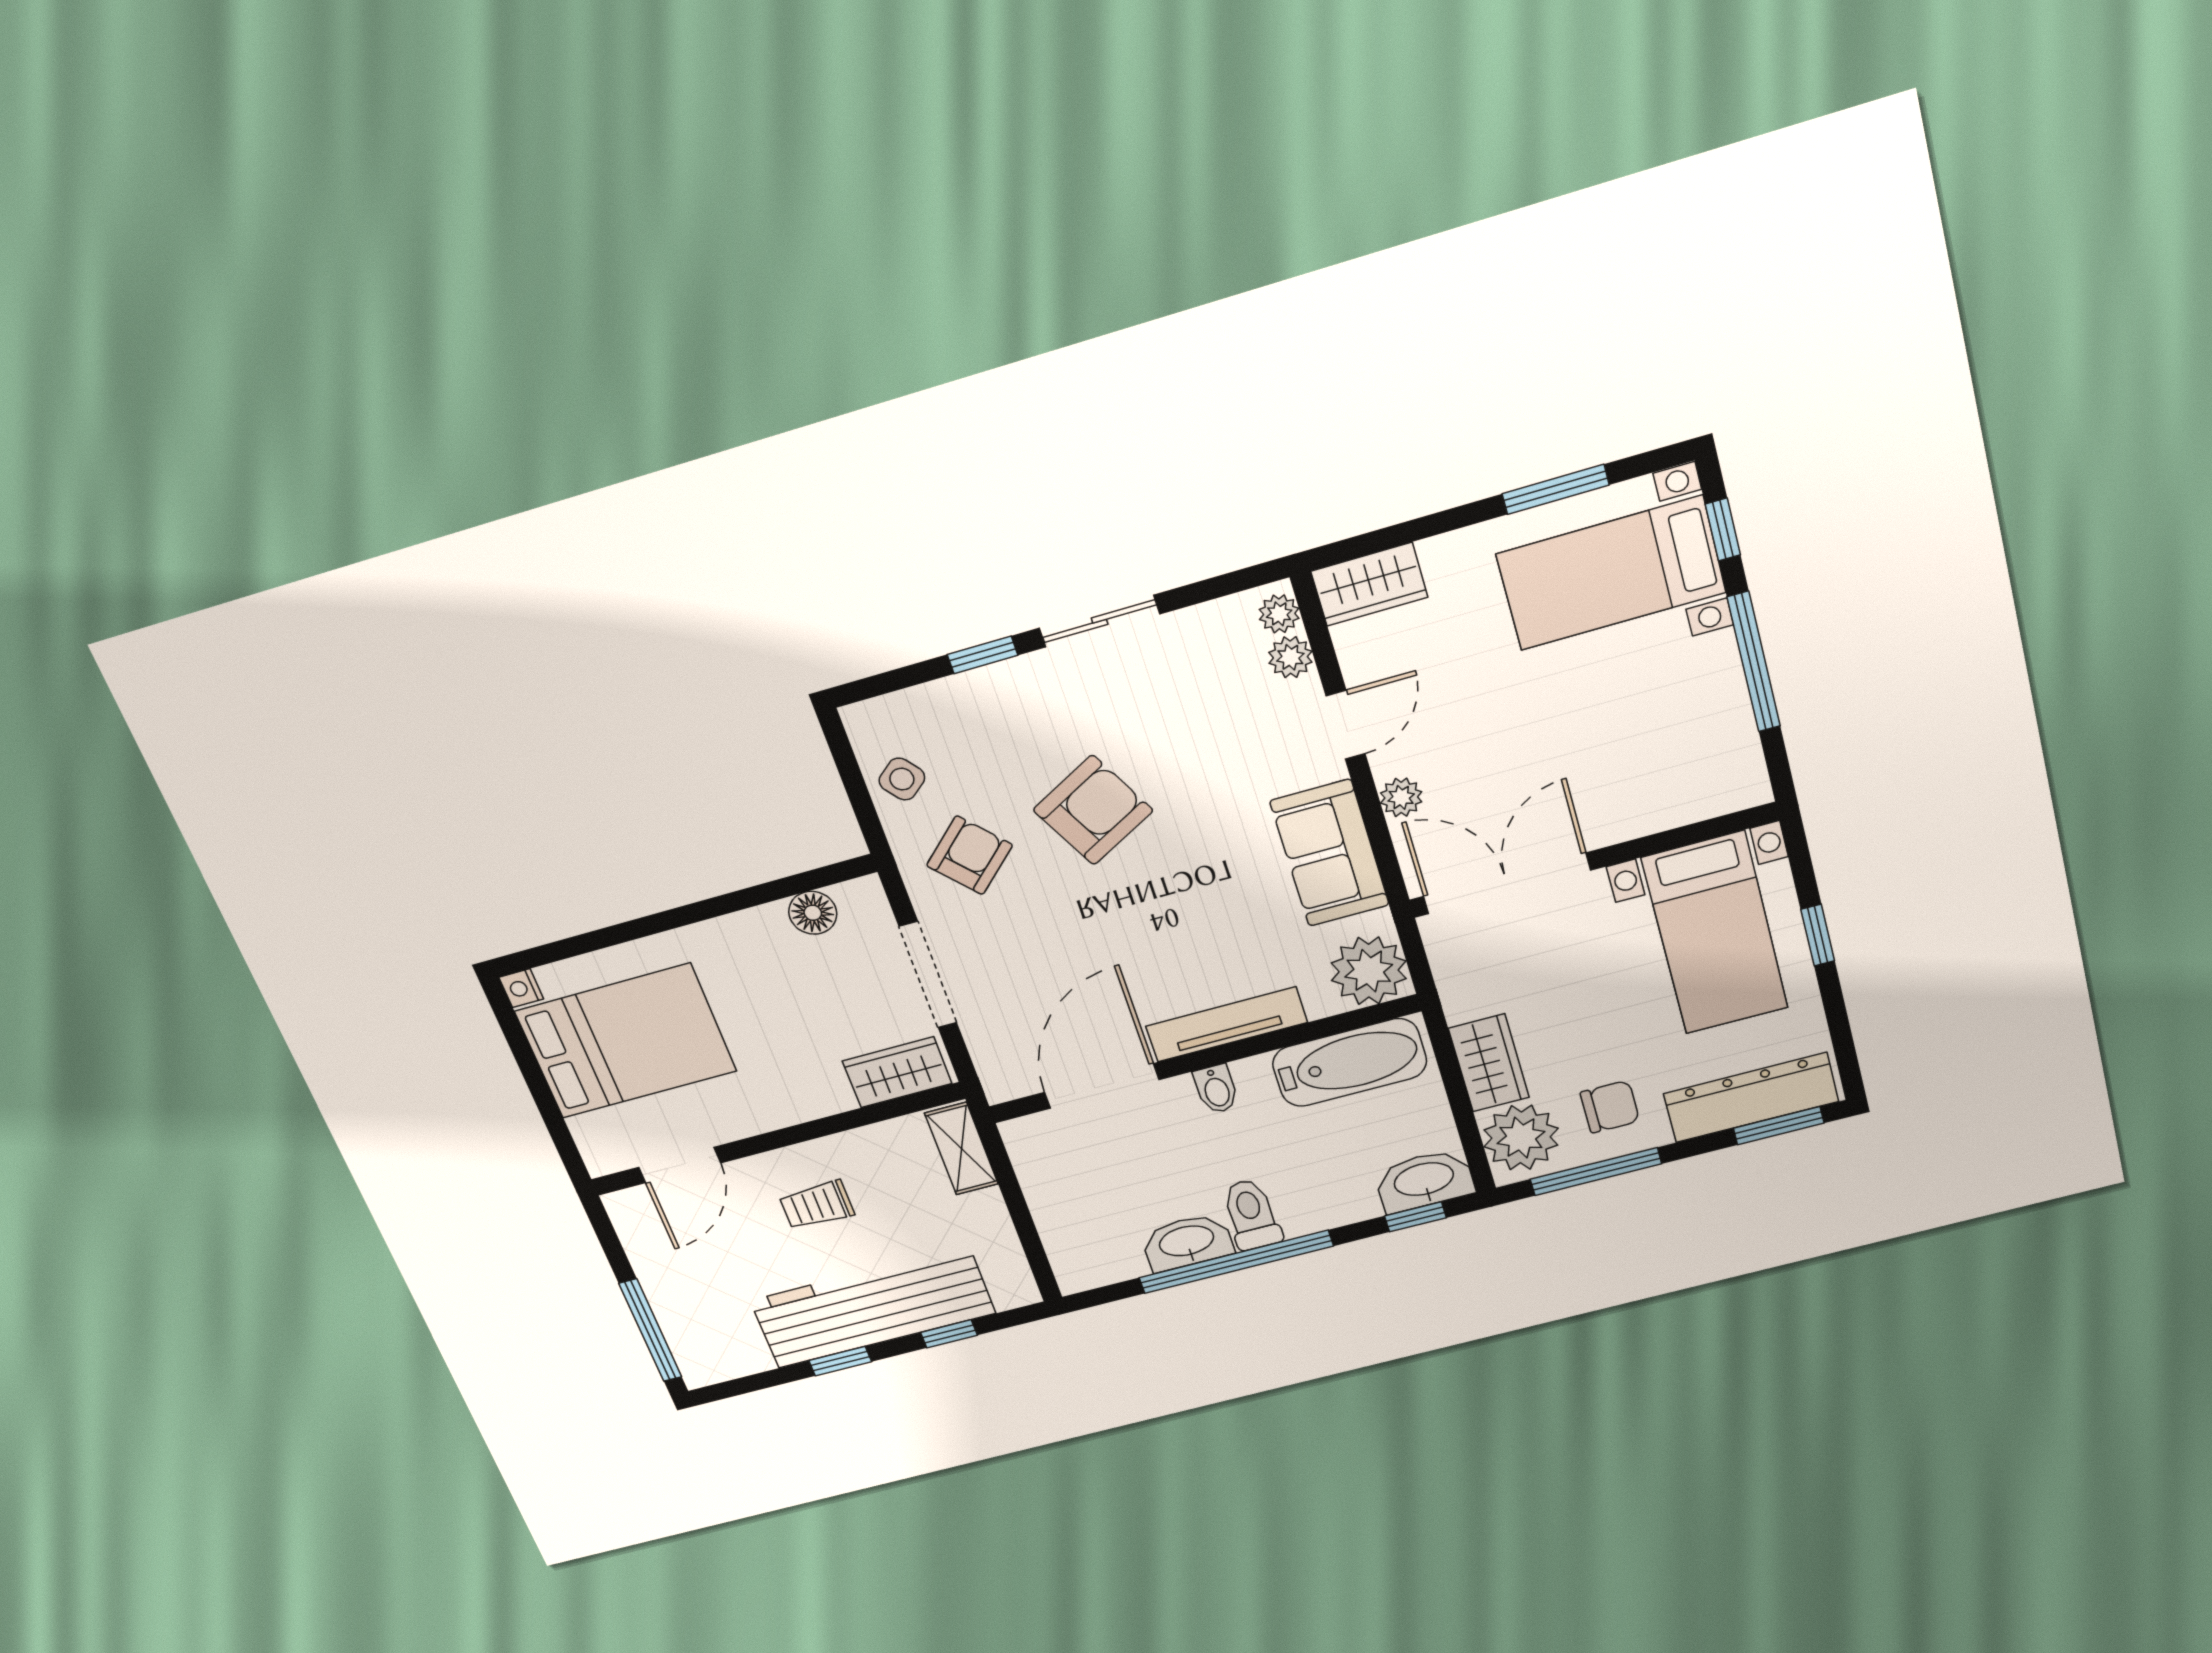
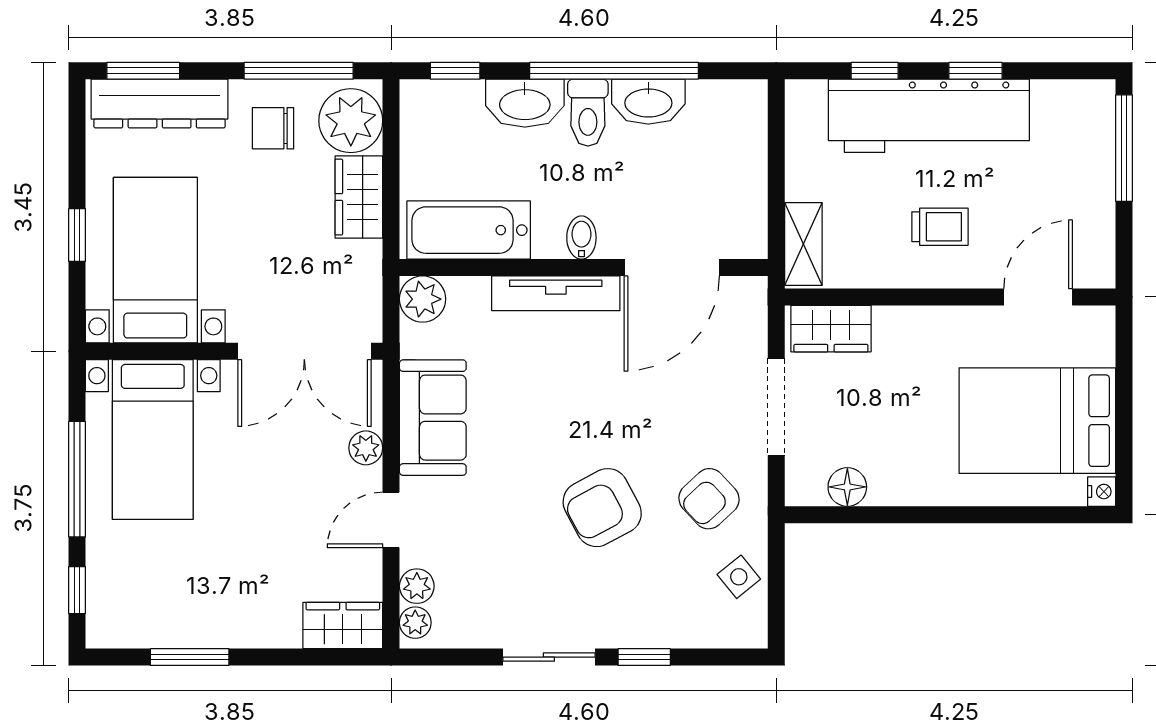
bed with nightstands: (1611, 573) -> (153, 439), moved, turned 90
plant: (1369, 971) -> (423, 299), width x0.73, depth x0.73
washbasin: (1424, 1181) -> (525, 103), moved

